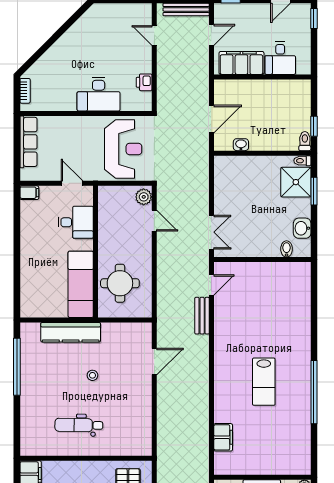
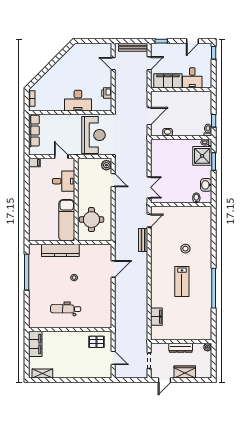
stool: (269, 329) -> (185, 249), added

